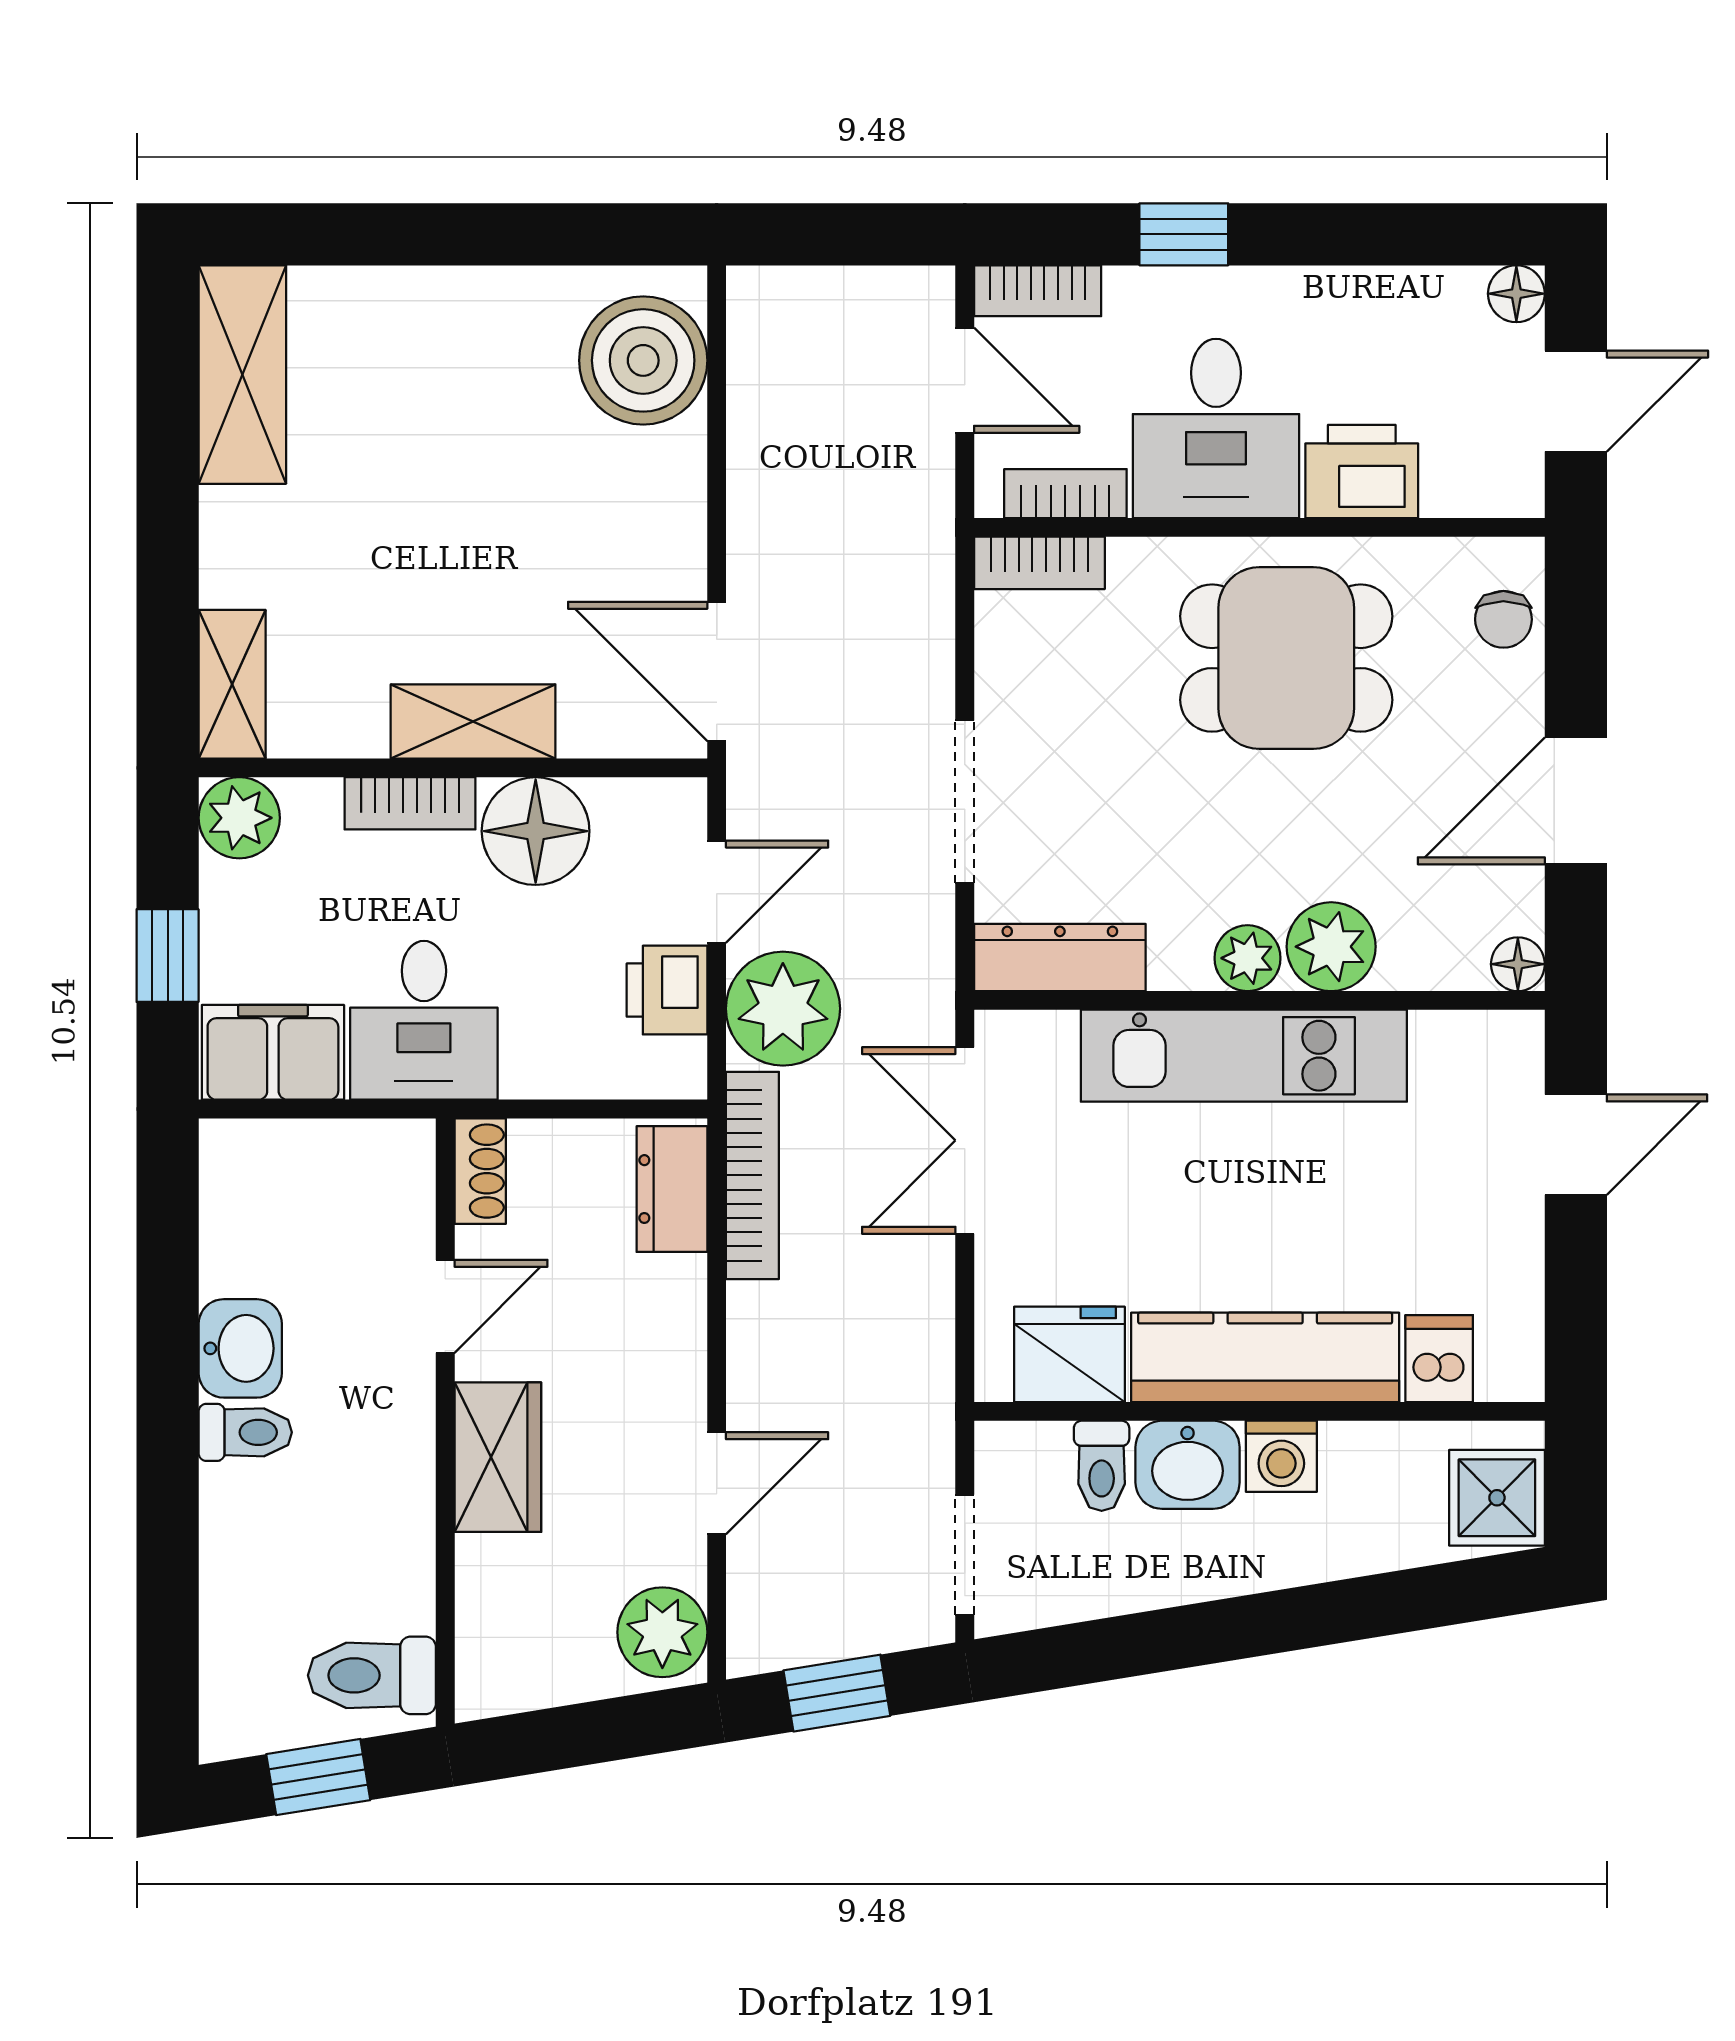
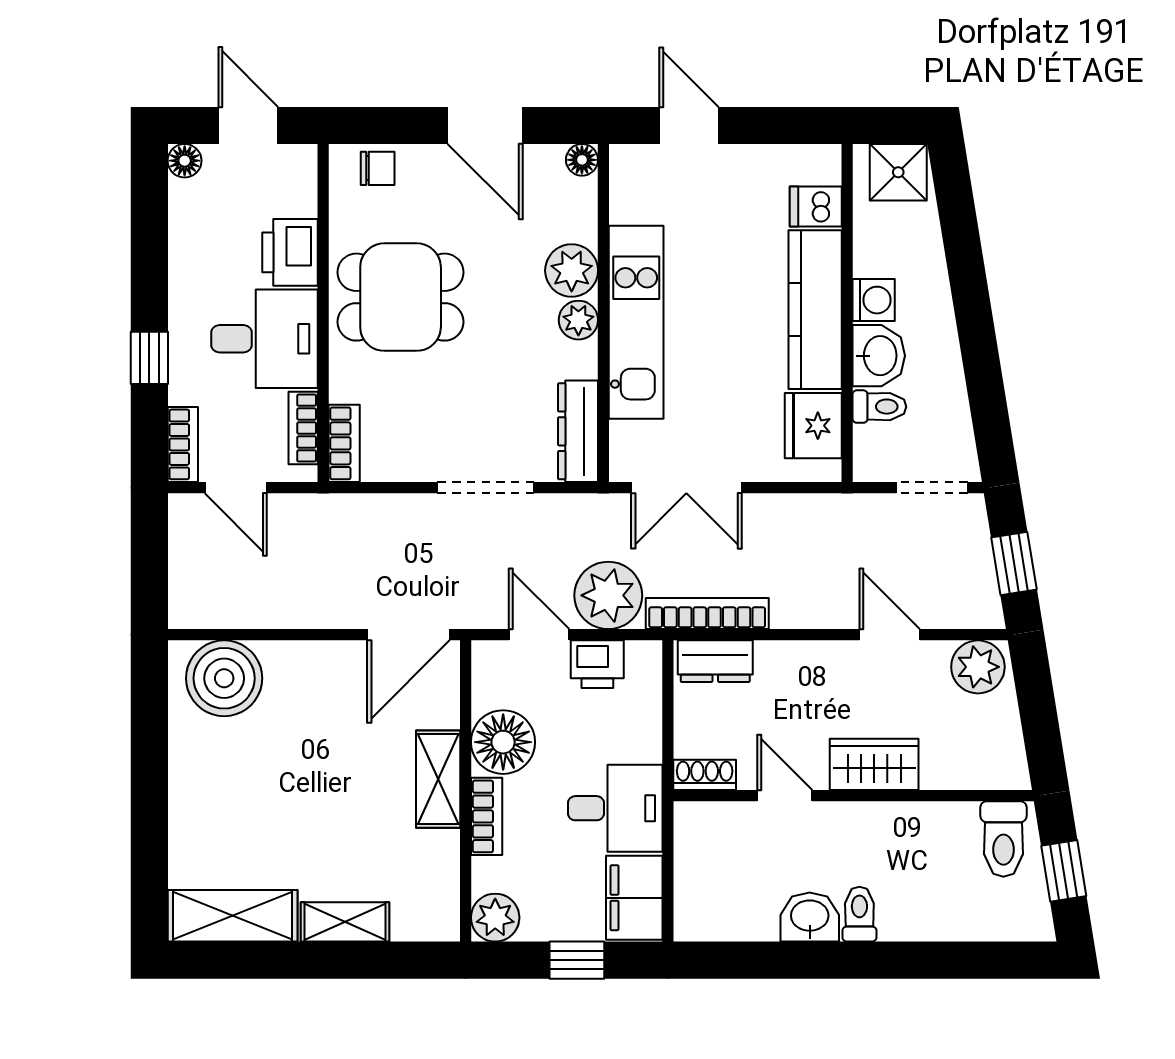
door: (965, 380) -> (236, 488), swing flipped
dining table: (1286, 658) -> (401, 297), turned 90
shelving: (232, 684) -> (345, 922), moved

